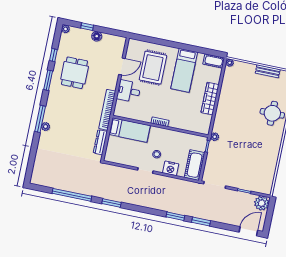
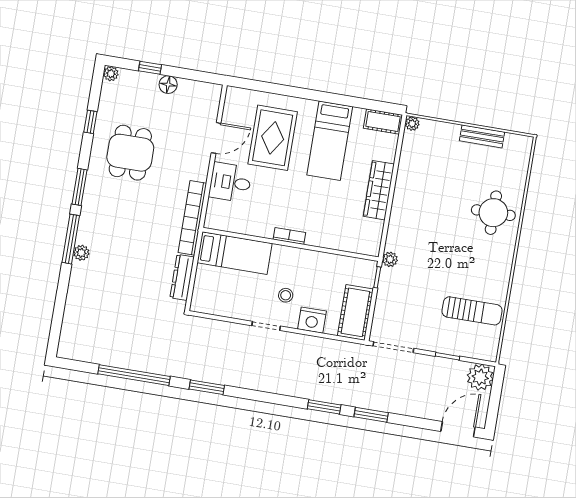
window: (48, 80) -> (80, 187), moved
sun lounger: (259, 167) -> (472, 311), added

